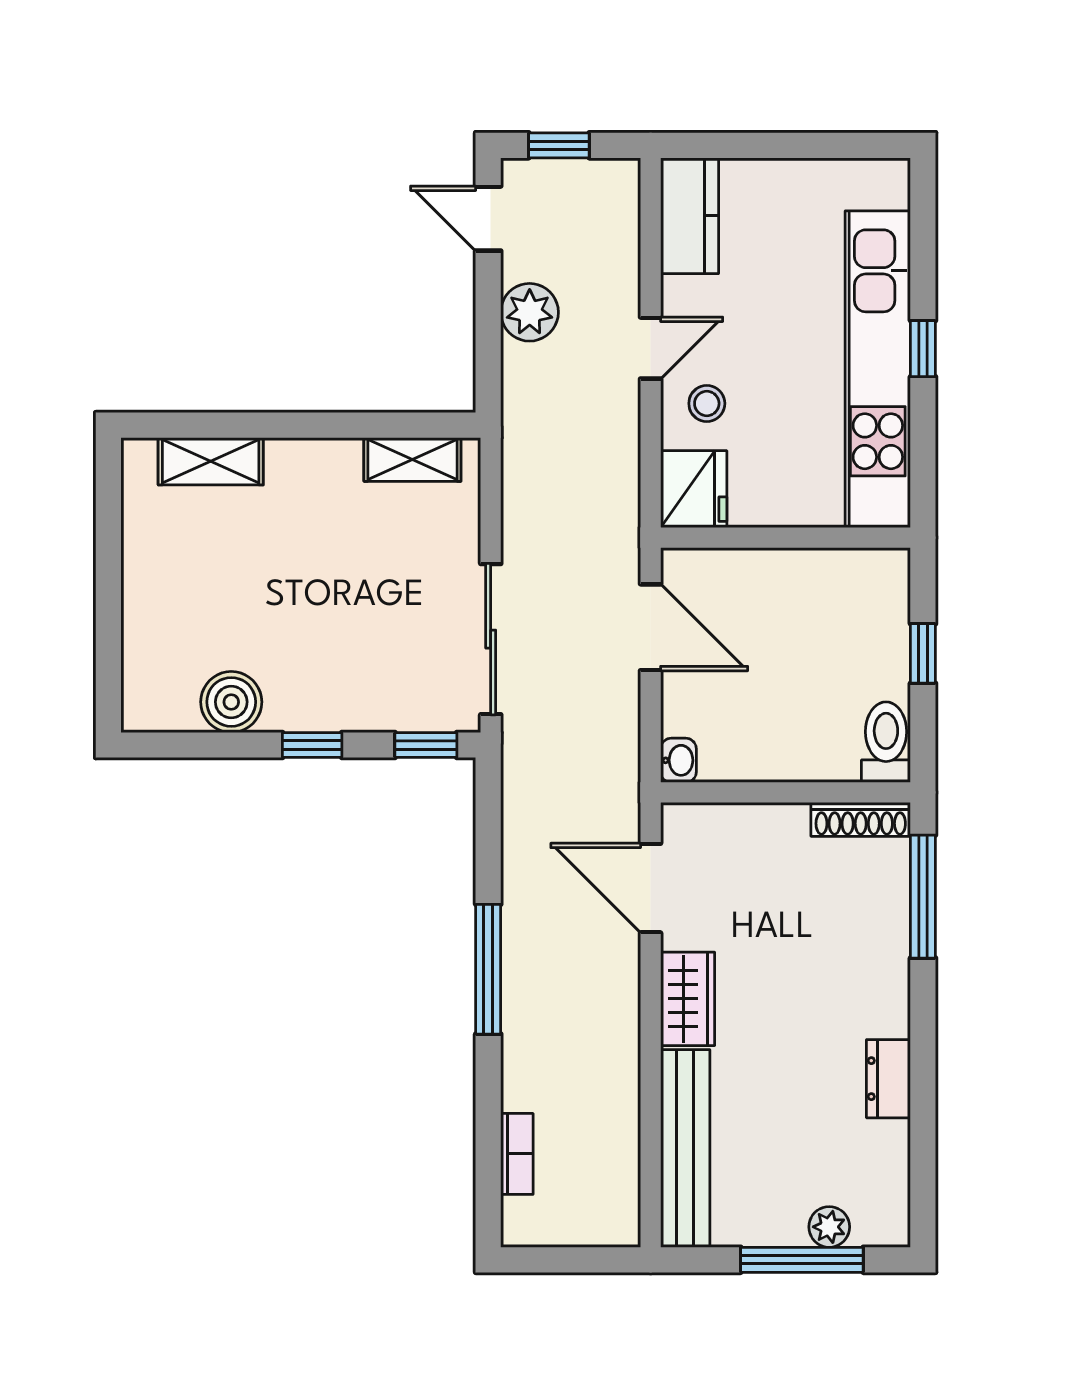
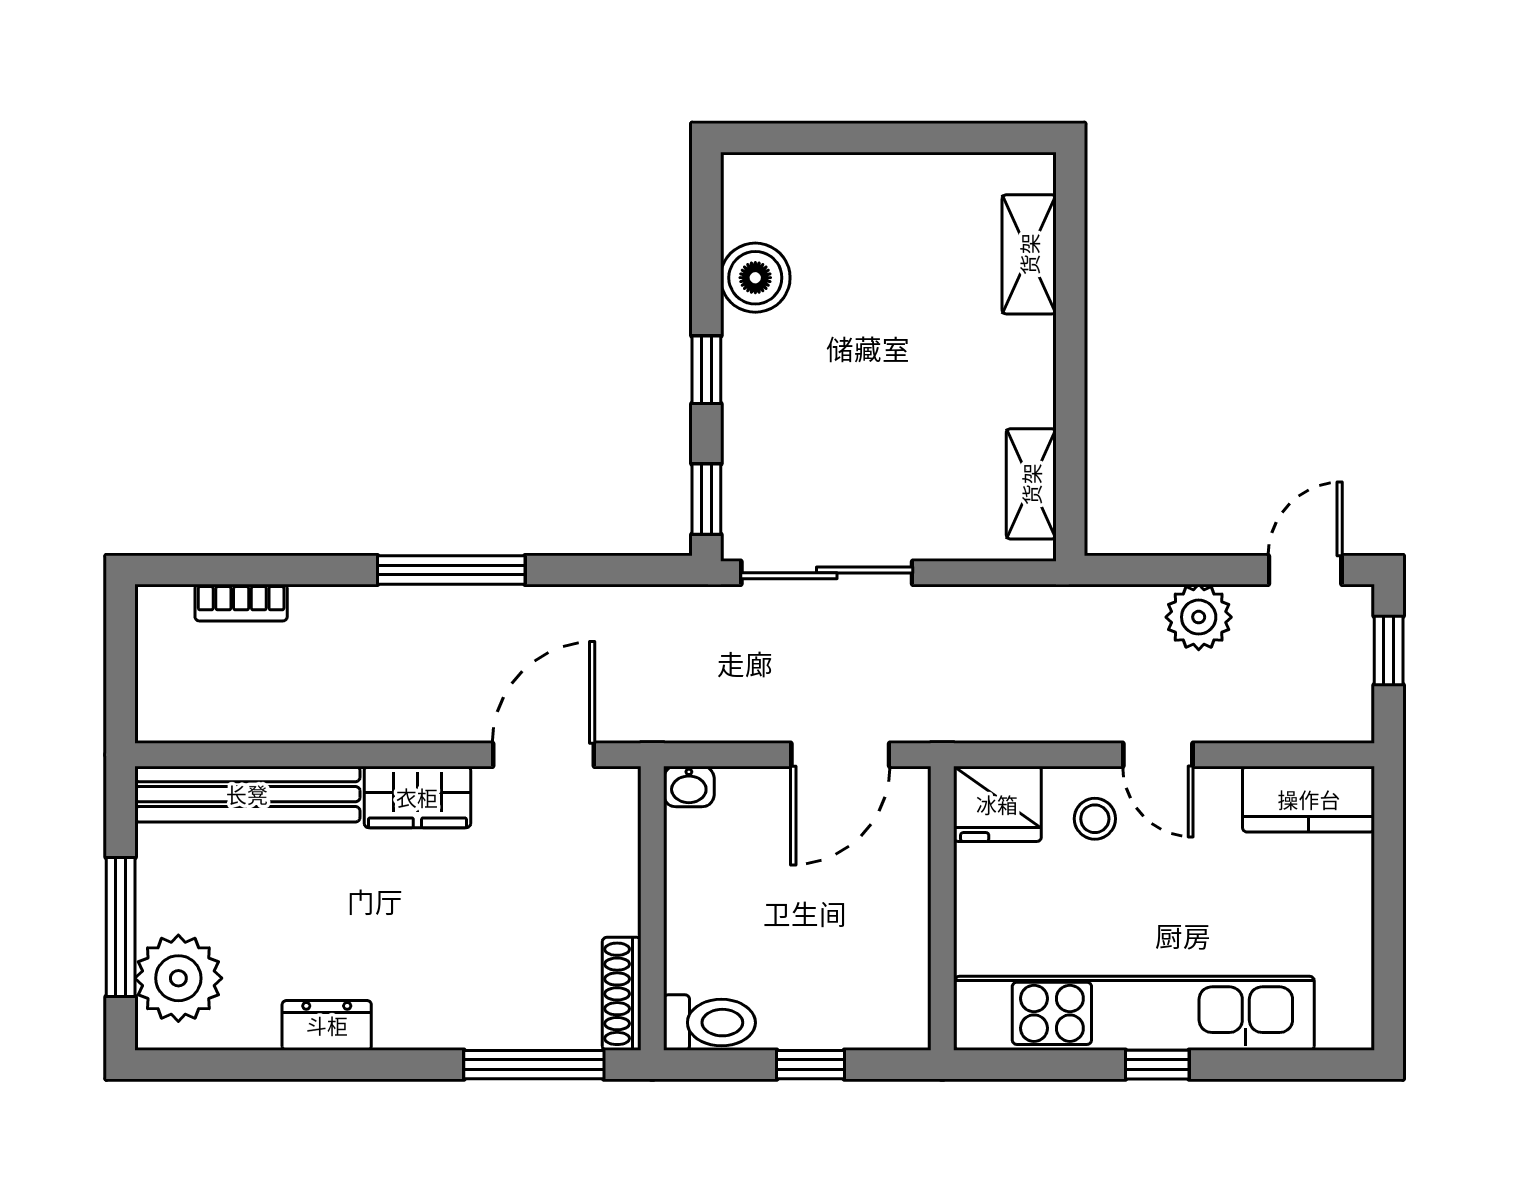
plant: (829, 1227) -> (178, 978), width x1.88, depth x1.88

